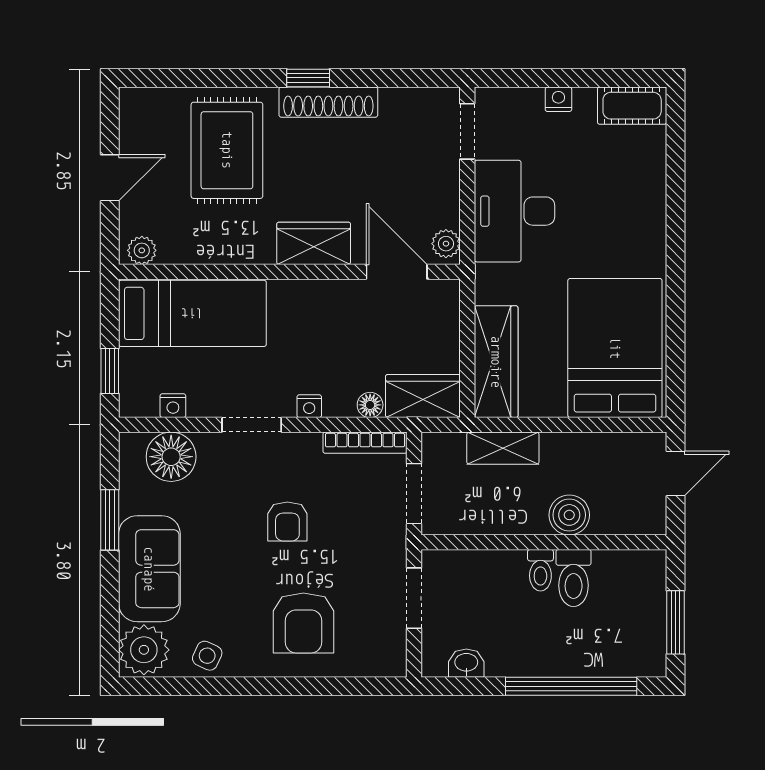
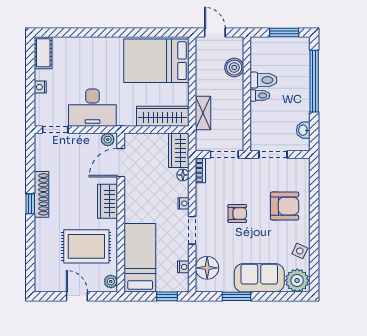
rug: (227, 150) -> (86, 246), moved
bookcase: (365, 443) -> (200, 170), width x0.64
boiler: (569, 515) -> (234, 68), moved

